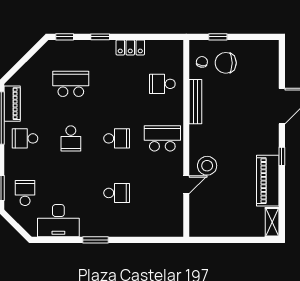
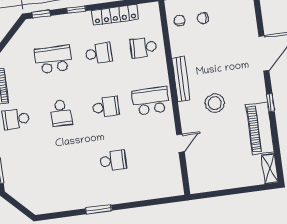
locker: (130, 47) -> (115, 15), width x1.53
chair: (226, 63) -> (203, 18), width x0.54, depth x0.54
bench: (195, 102) -> (181, 79), moved
stool: (207, 166) -> (215, 103), moved
school desk: (25, 193) -> (99, 53), moved, turned 90
desk: (58, 221) -> (60, 195), removed

